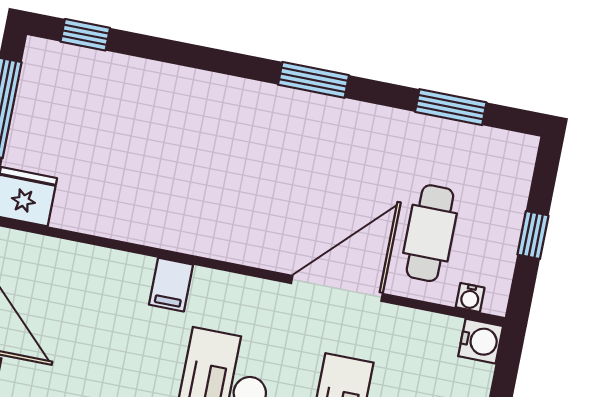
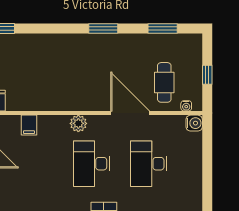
filing cabinet: (171, 285) -> (29, 125), moved
door: (337, 288) -> (130, 113), hinge flipped
plant: (212, 289) -> (78, 123), added

